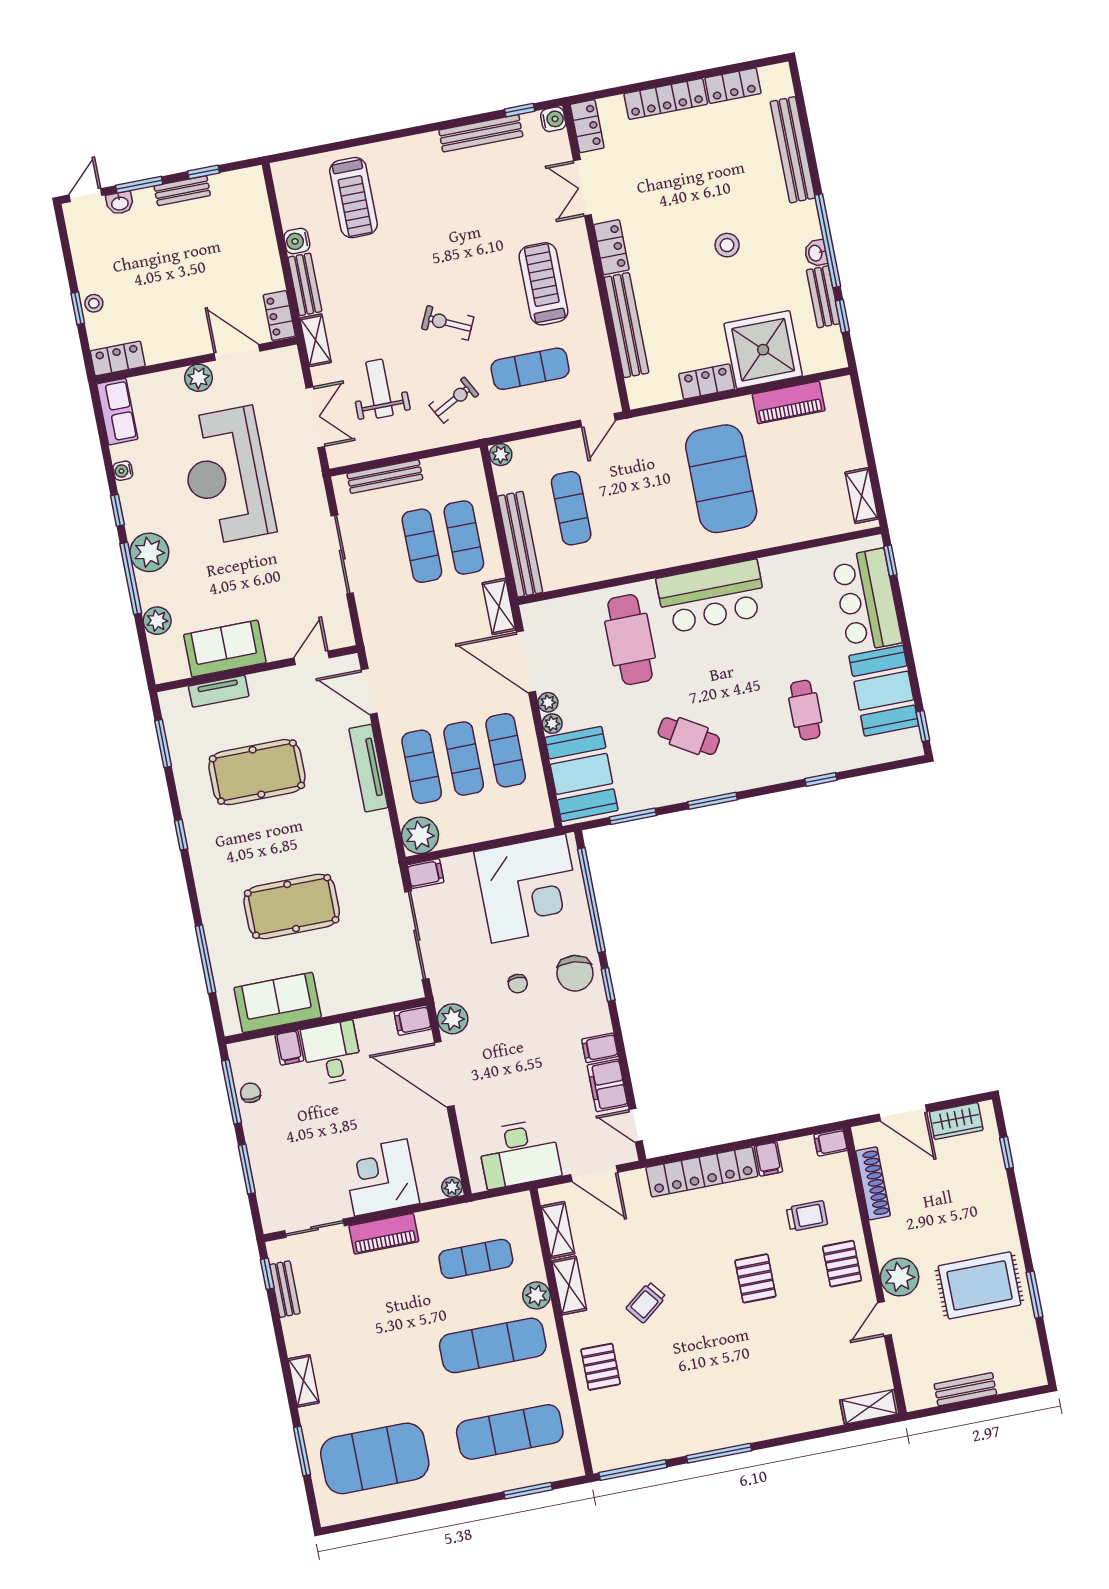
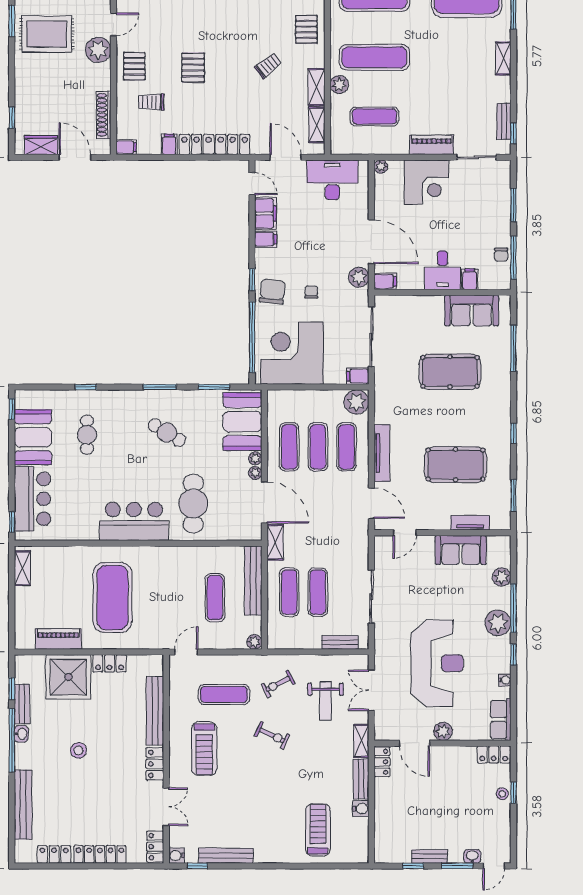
bench: (385, 476) -> (340, 642), width x0.73

